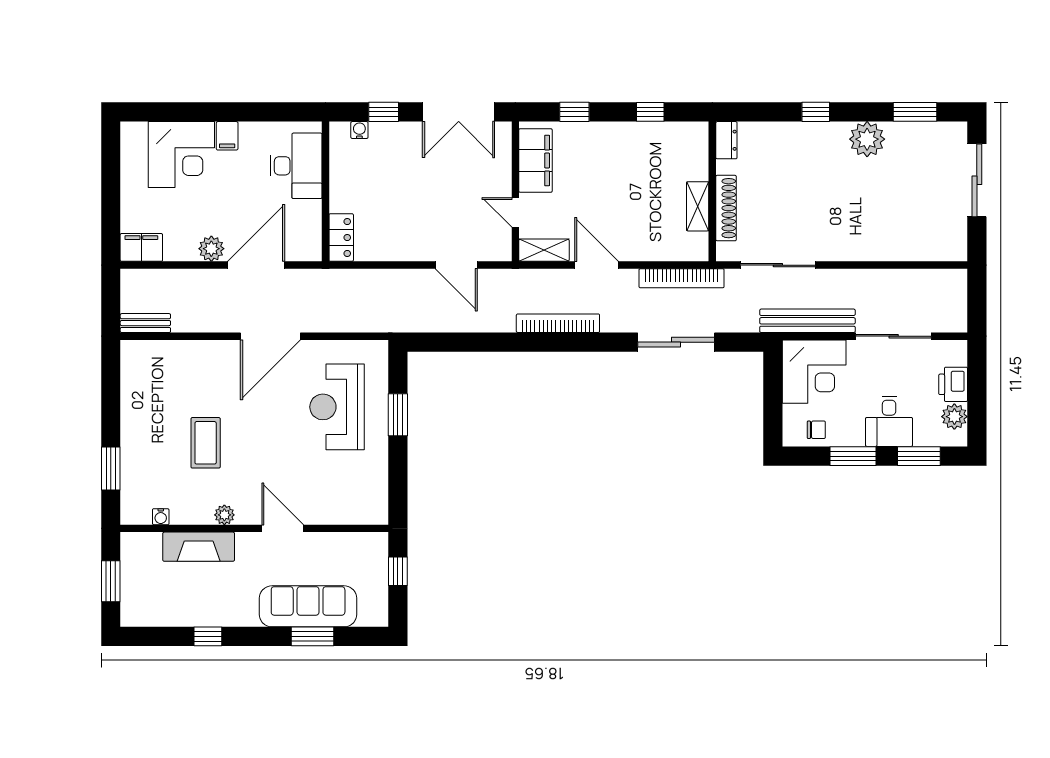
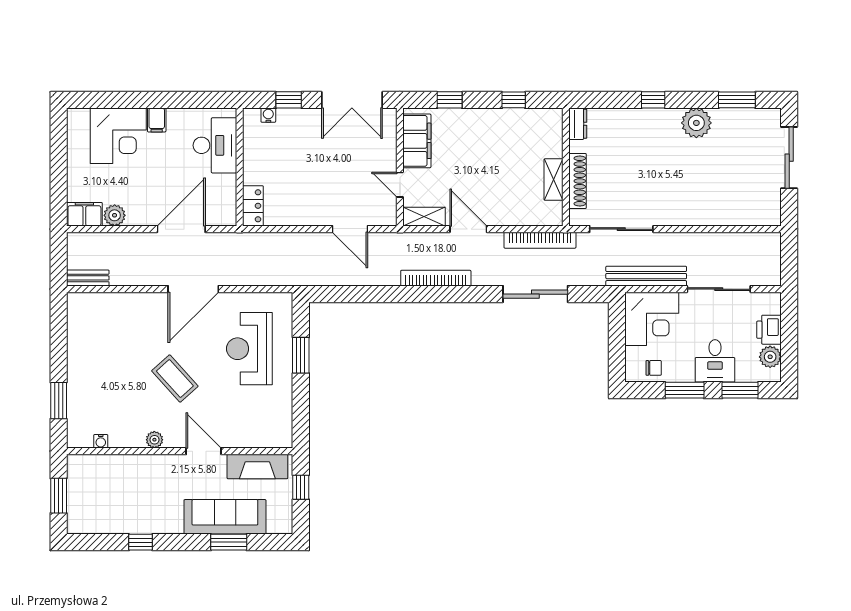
plant: (211, 249) -> (115, 215), moved
coffee table: (206, 443) -> (175, 379), moved, turned -42
fireplace: (199, 547) -> (257, 467), moved

